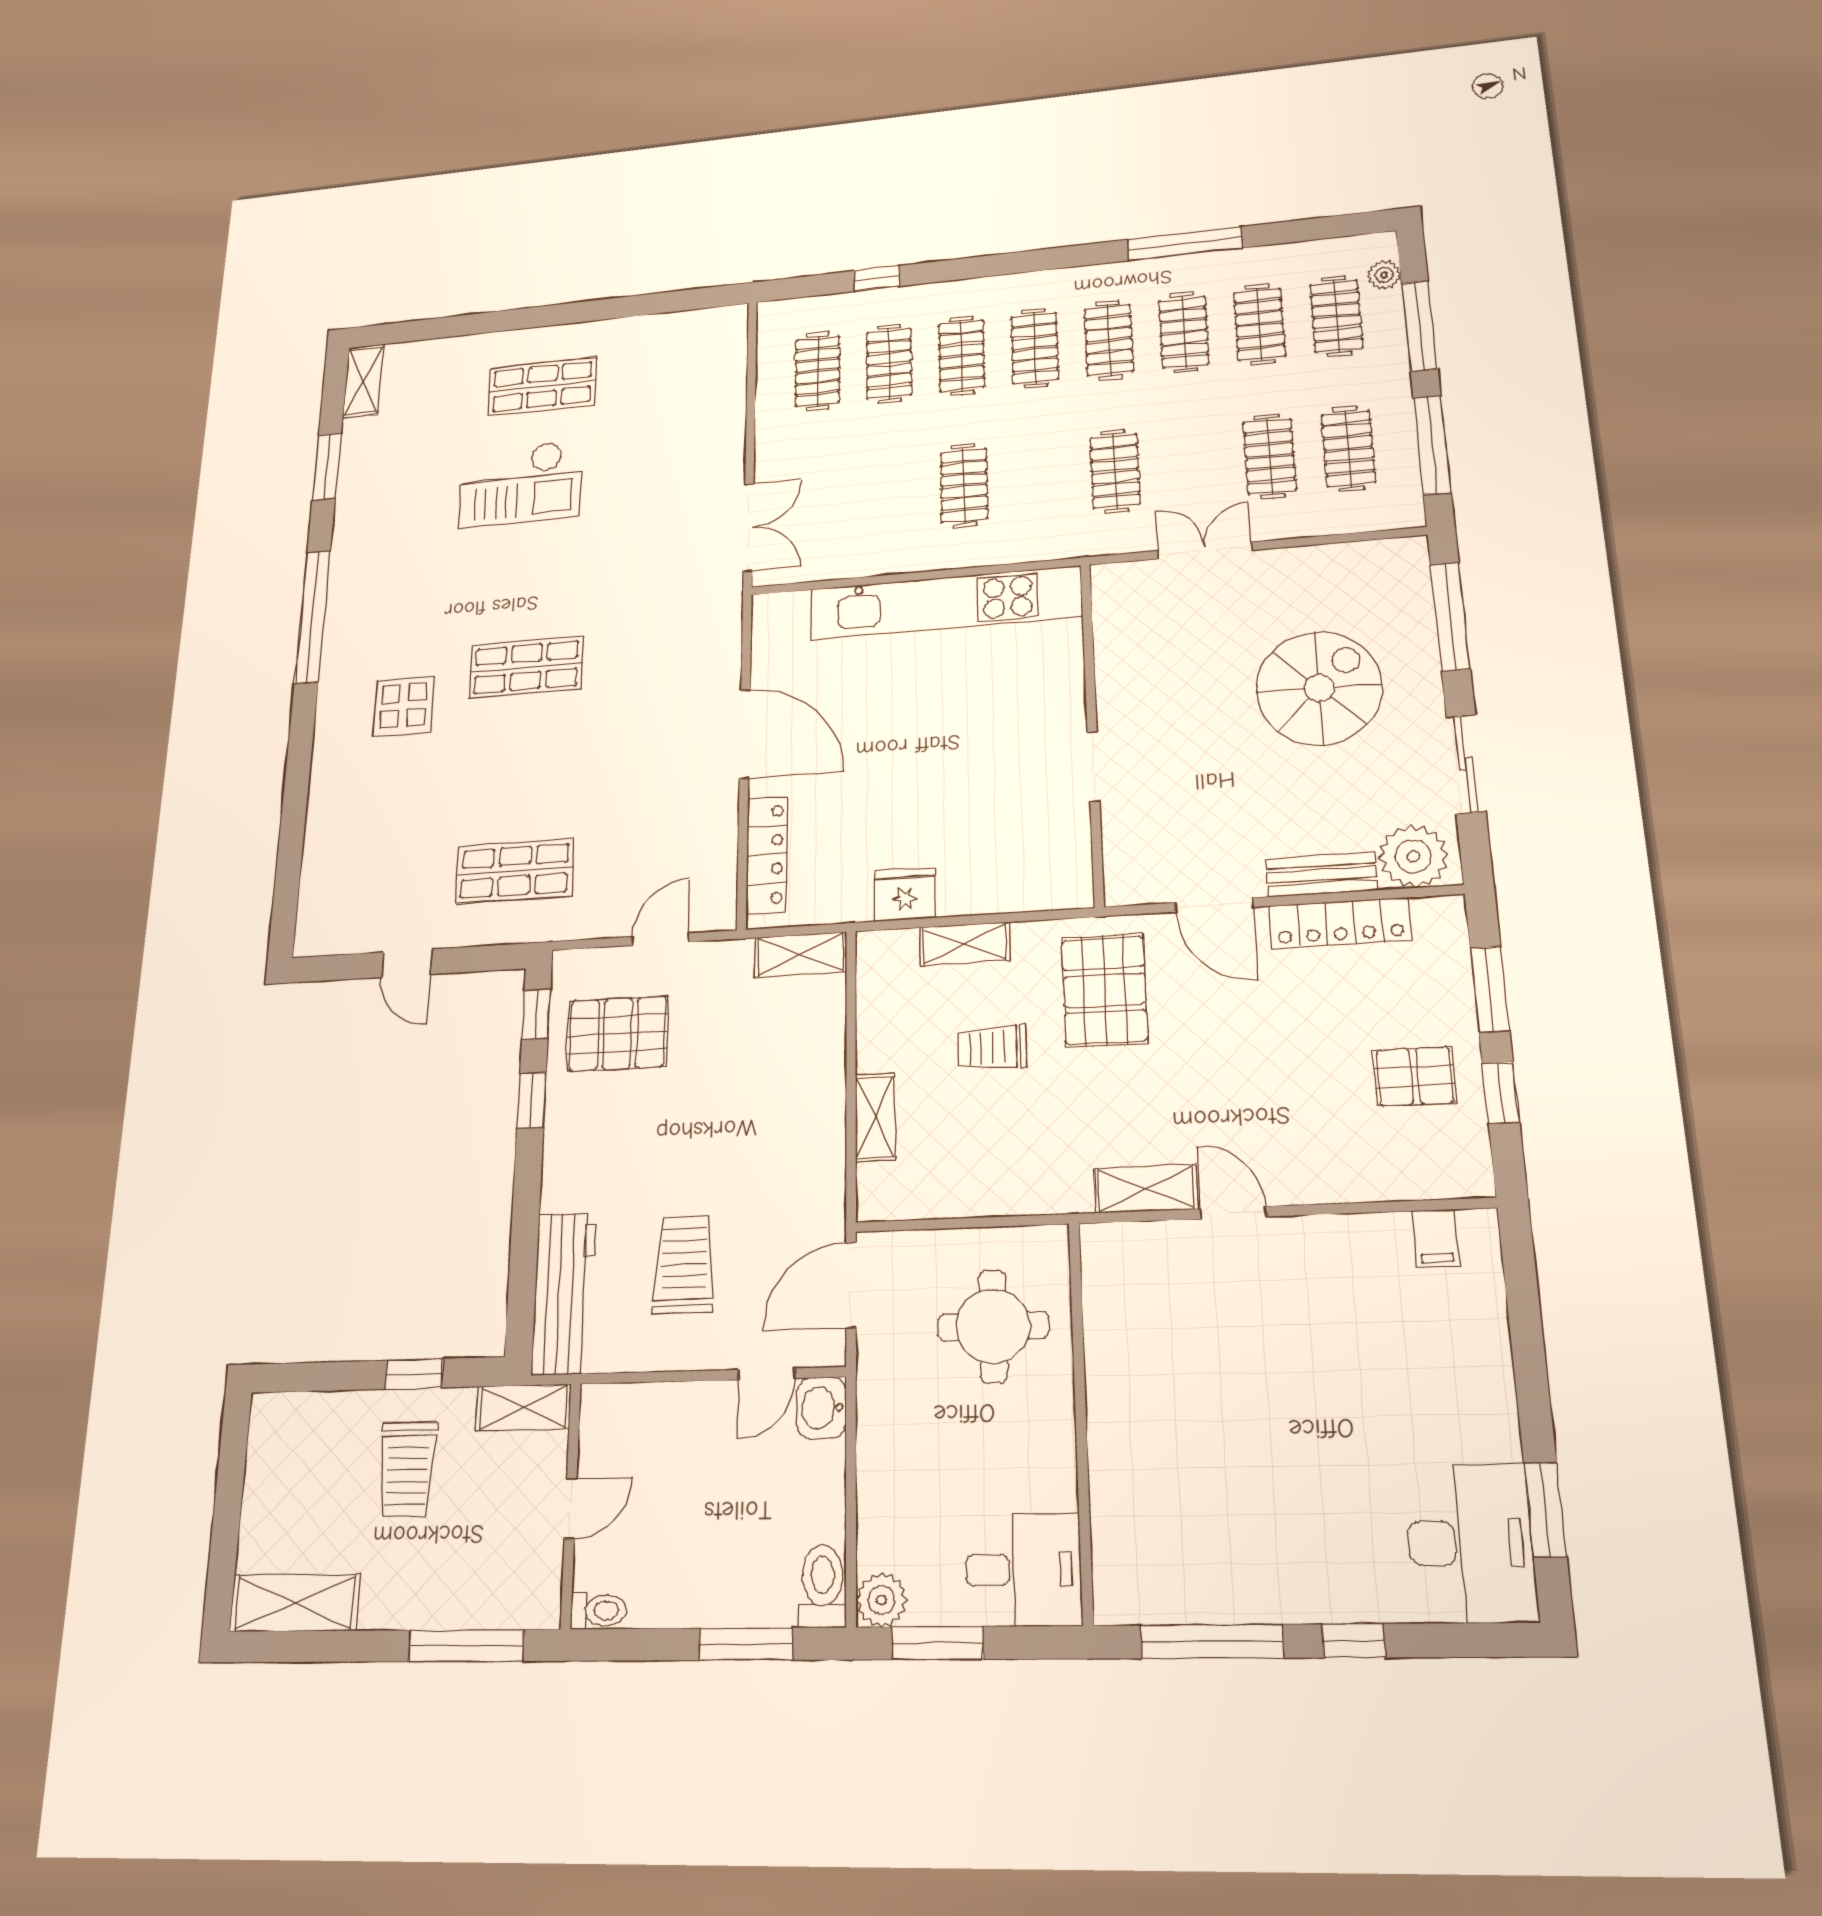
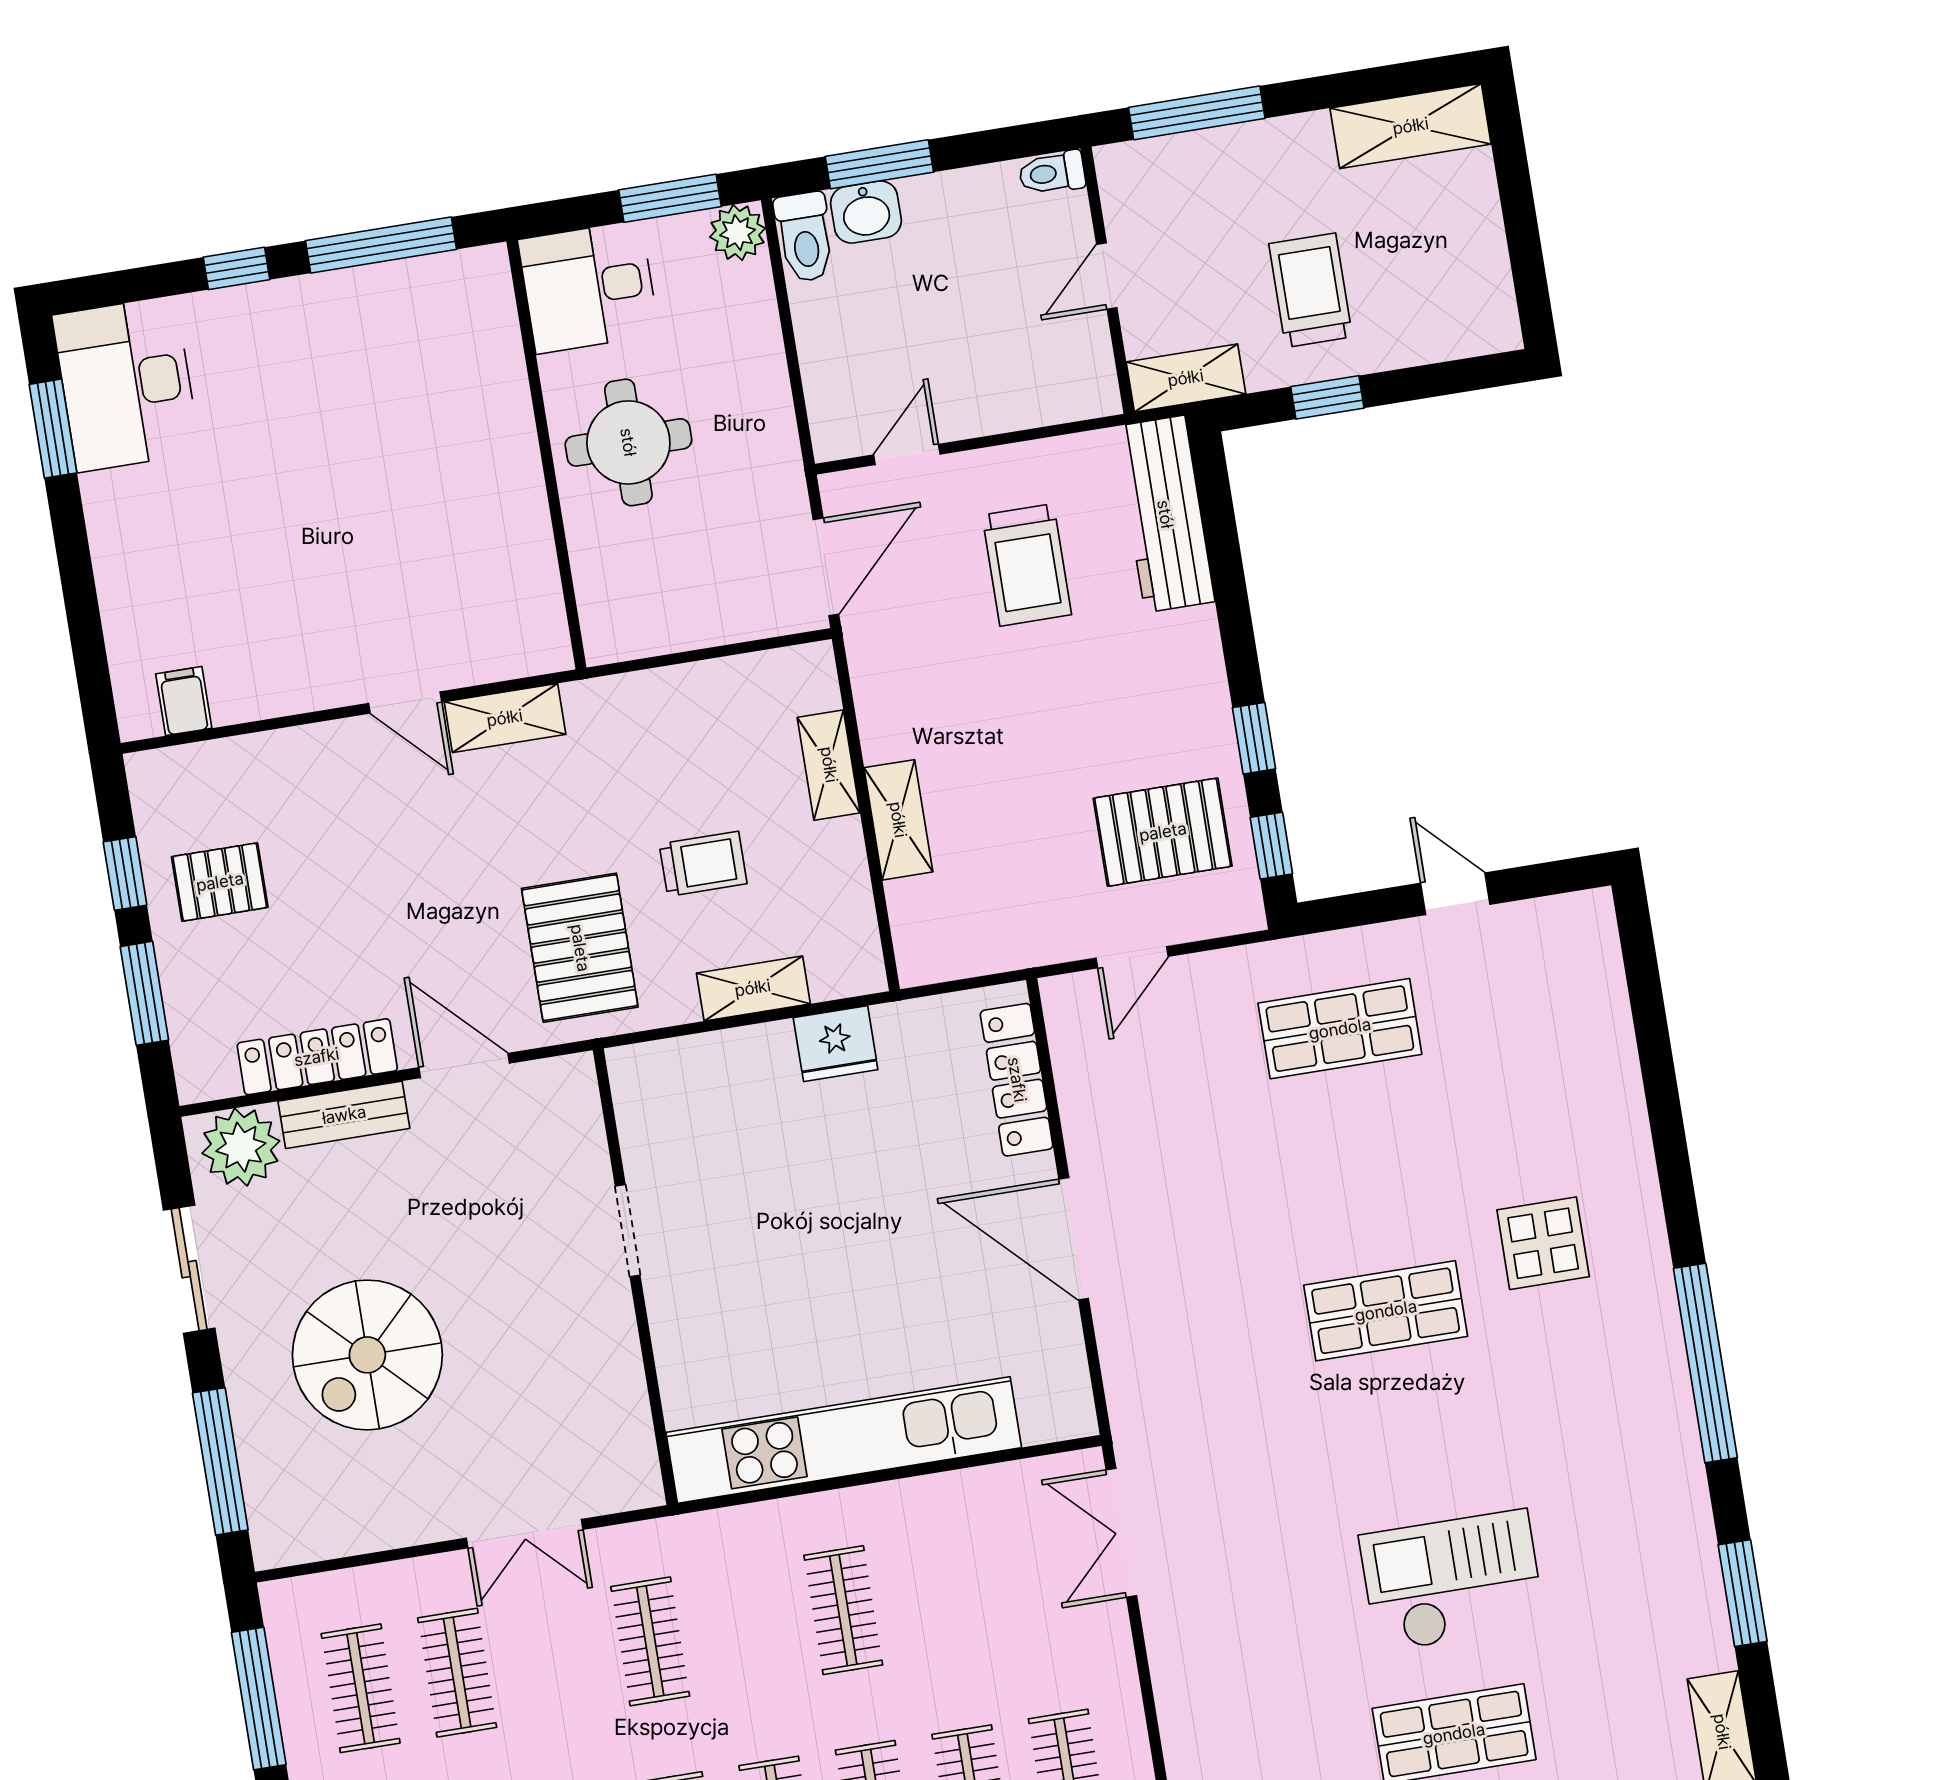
shelving: (801, 955) -> (898, 820), moved, turned 90
round table: (993, 1326) -> (628, 442), moved
washbasin: (821, 1408) -> (866, 212), moved, turned 90

